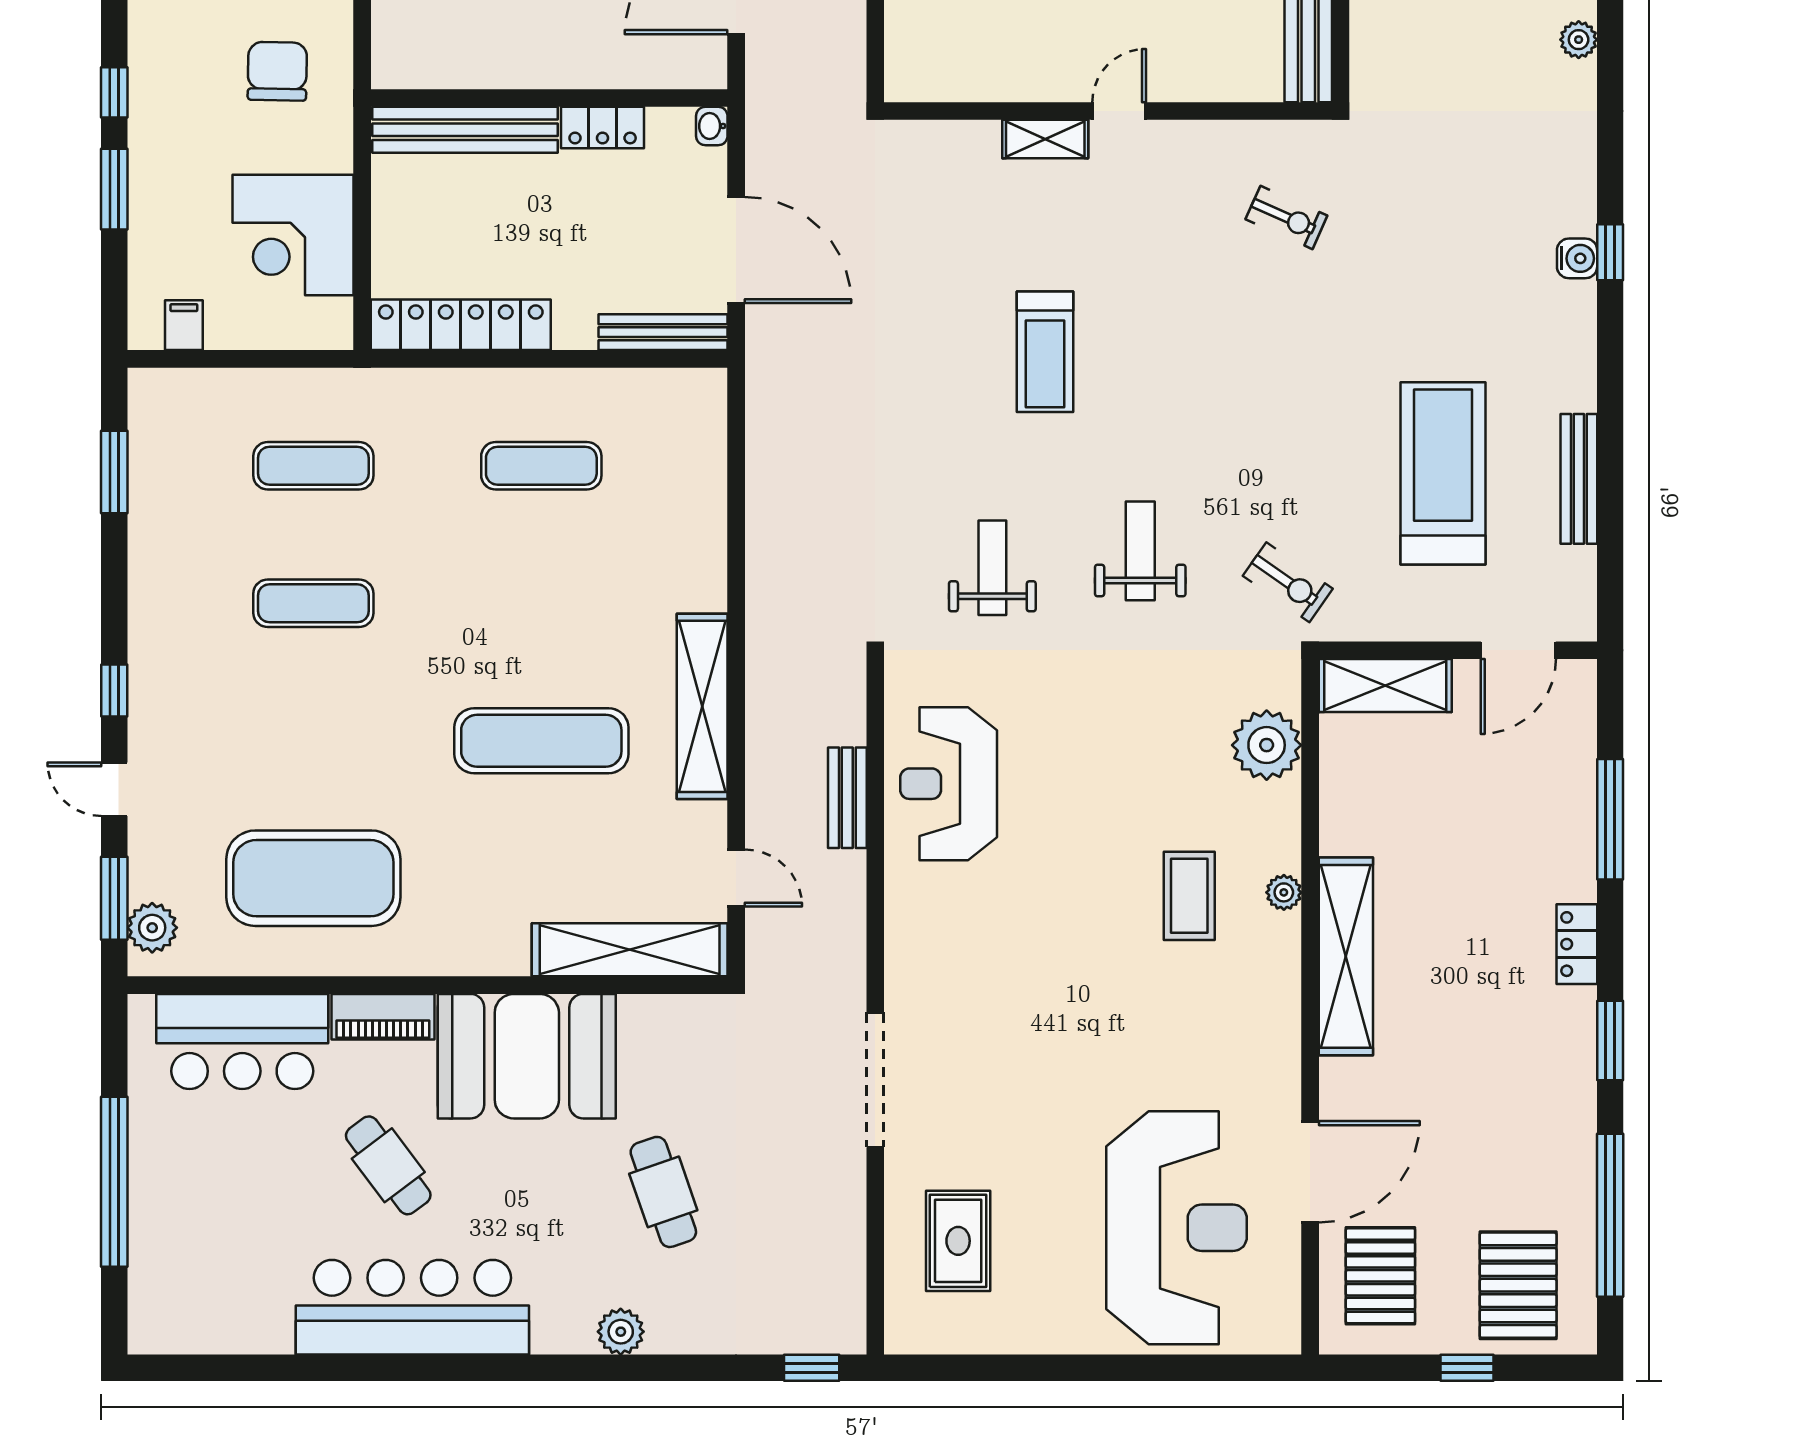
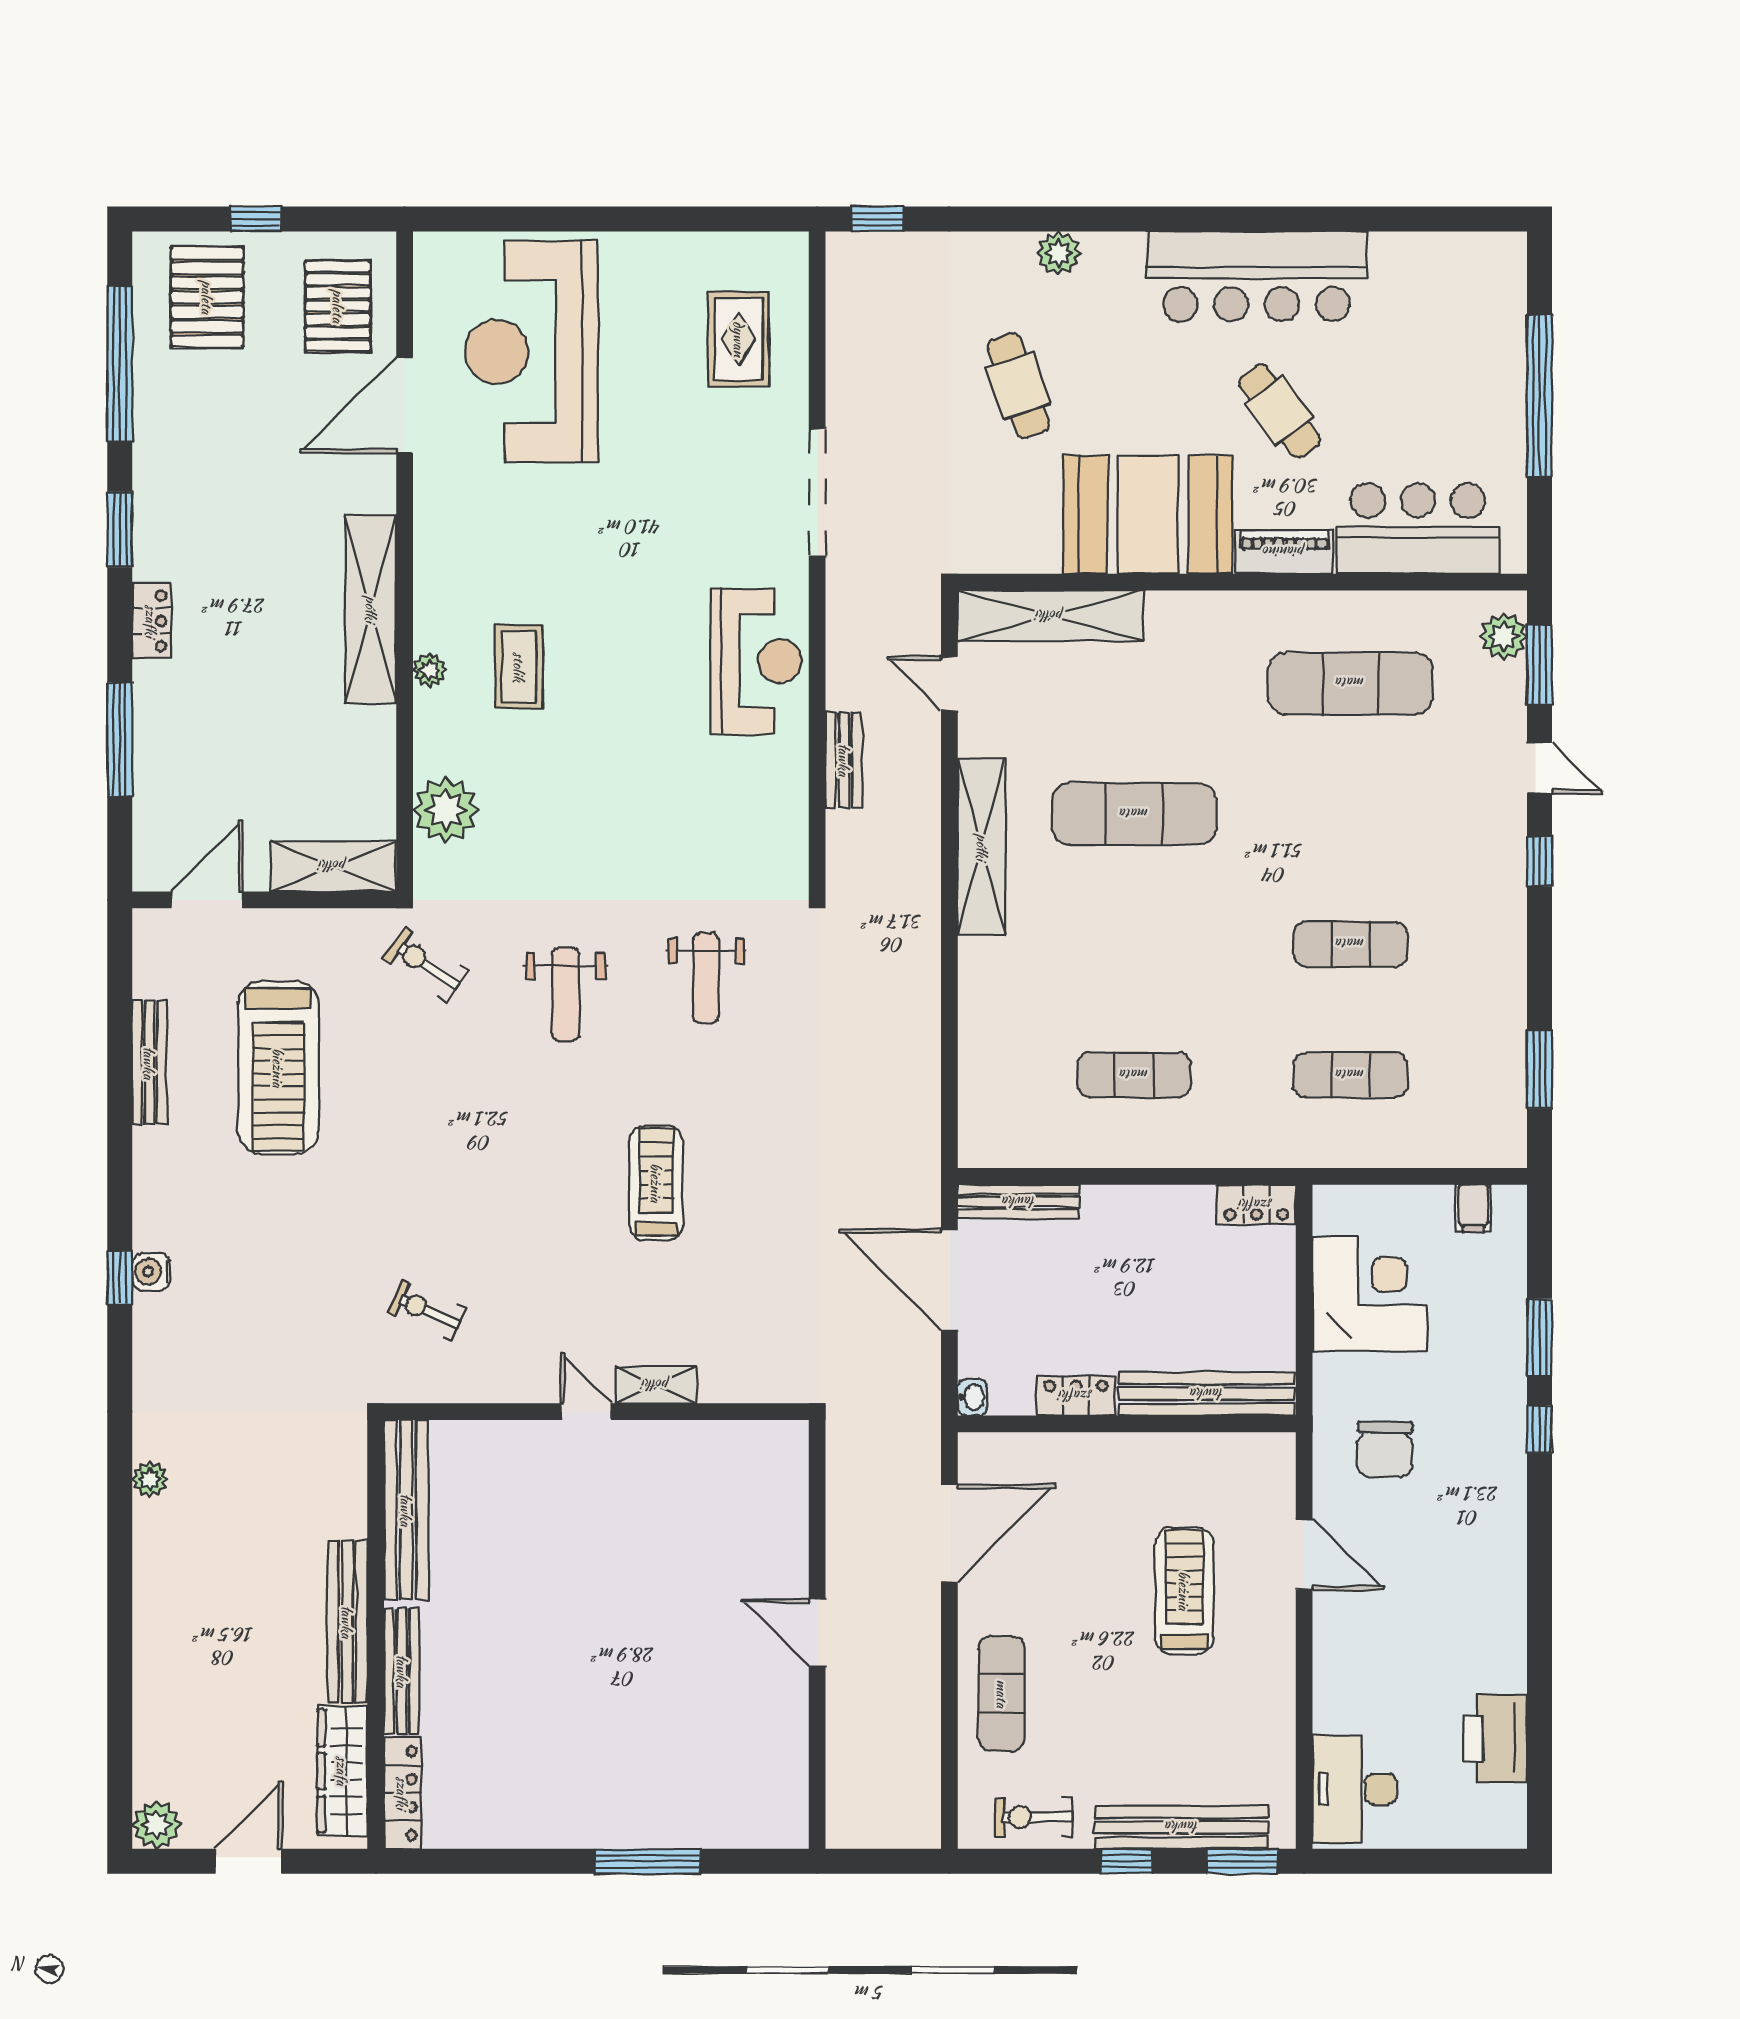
door: (1119, 111) -> (586, 1412), swing flipped
locker: (461, 325) -> (1256, 1205), width x0.46, depth x0.83
reception desk: (949, 784) -> (756, 661), moved
exercise mat: (313, 878) -> (1350, 683), width x0.68

